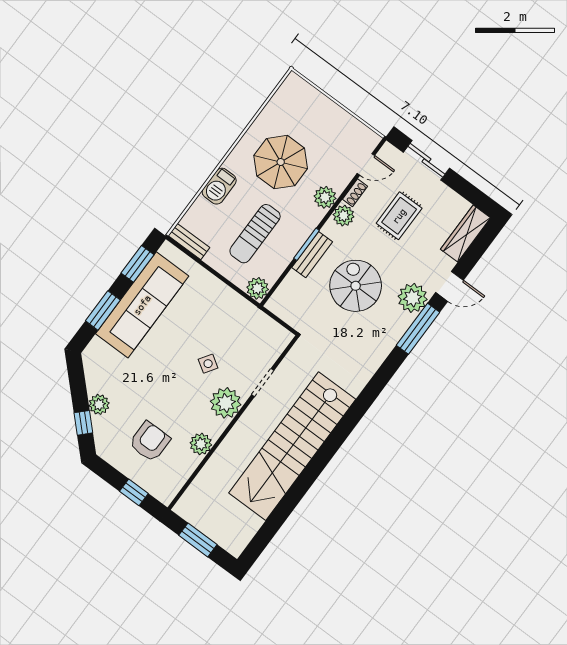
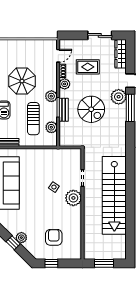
sliding door: (426, 160) -> (100, 35), moved
plant: (325, 197) -> (51, 96), moved
rug: (399, 216) -> (88, 67), turned 90
spiral stairs: (356, 286) -> (91, 109), turned 180
plant: (258, 288) -> (51, 127), moved
window: (83, 423) -> (13, 243), moved
plant: (201, 444) -> (76, 223), removed
window: (134, 492) -> (51, 263), moved

